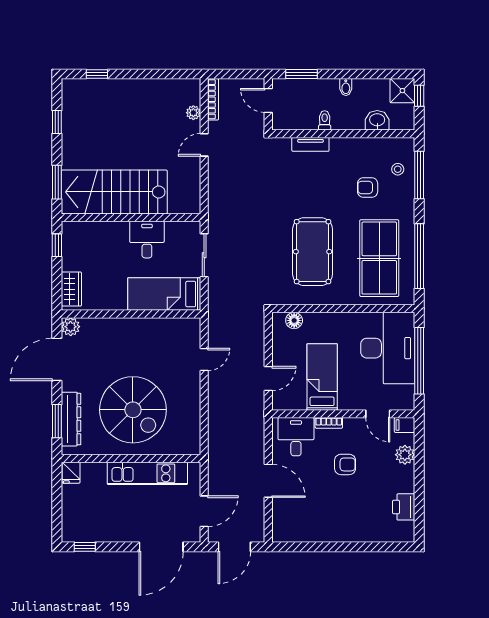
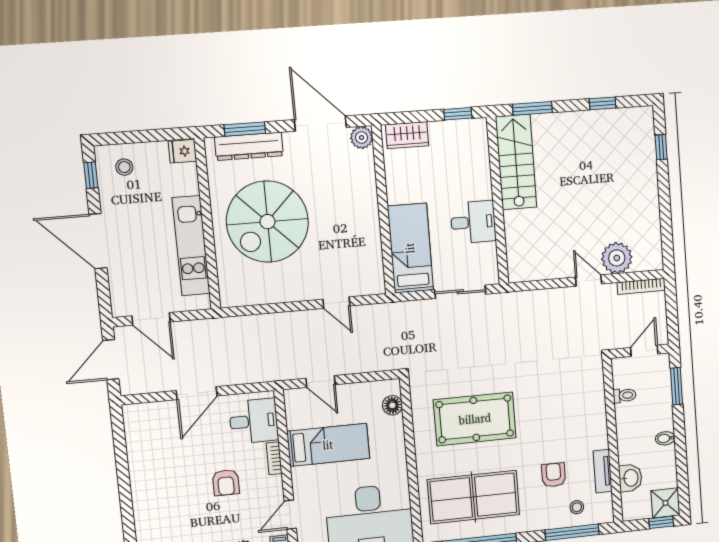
plant: (193, 113) -> (617, 258), width x1.88, depth x1.88
toilet: (325, 120) -> (625, 395), moved
tv unit: (310, 144) -> (603, 471), moved
stairs: (114, 192) -> (516, 162), width x0.73, depth x0.66
stool: (80, 520) -> (124, 167), added
door: (161, 547) -> (98, 241), moved
door: (234, 547) -> (111, 360), hinge flipped

